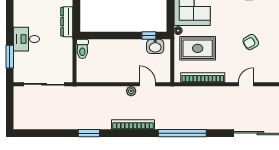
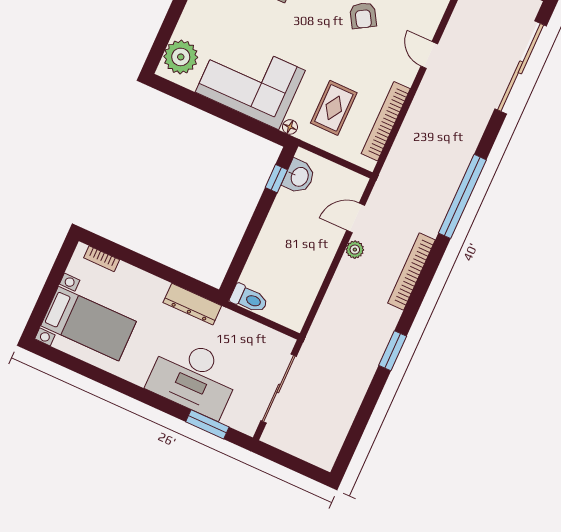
desk: (26, 39) -> (194, 377), width x1.87, depth x1.30
rug: (198, 48) -> (334, 108), width x0.73, depth x0.70

